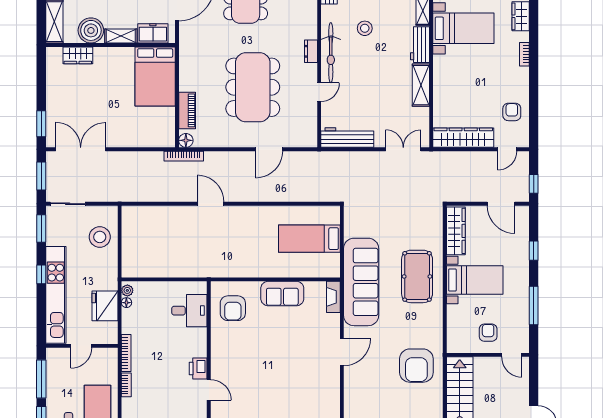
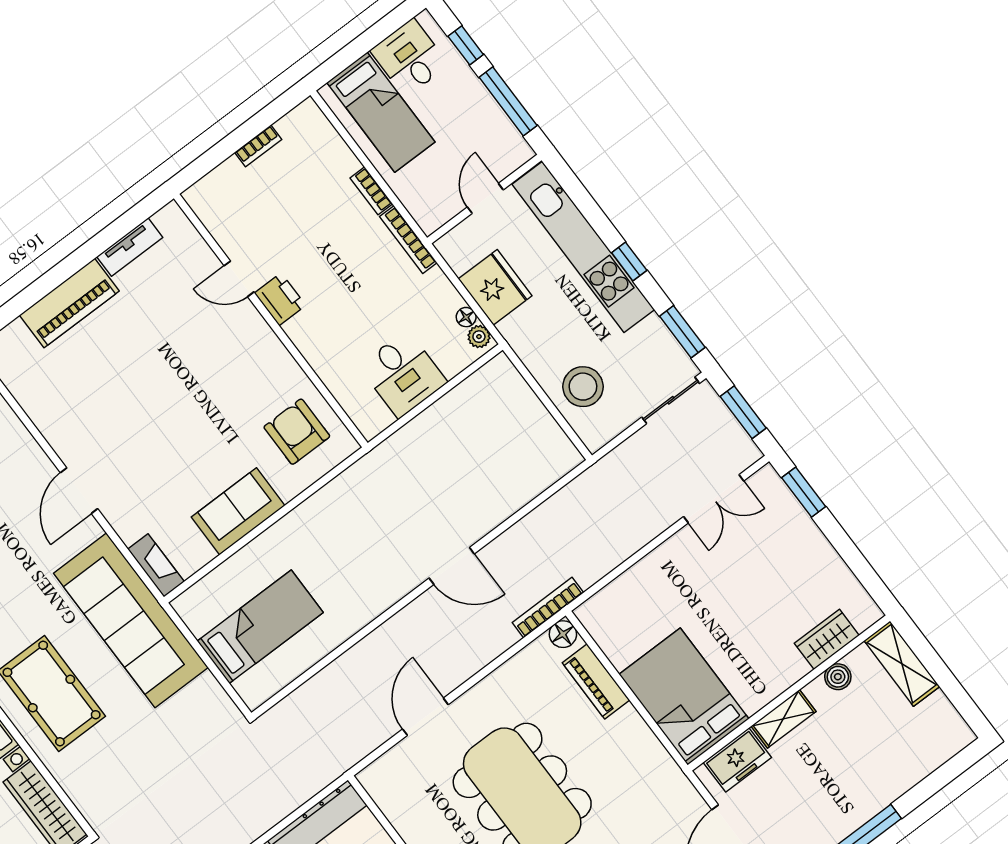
boiler: (91, 30) -> (838, 677), width x0.54, depth x0.54
double door: (81, 149) -> (714, 499), width x0.73
desk: (189, 311) -> (403, 374), moved, turned -90

